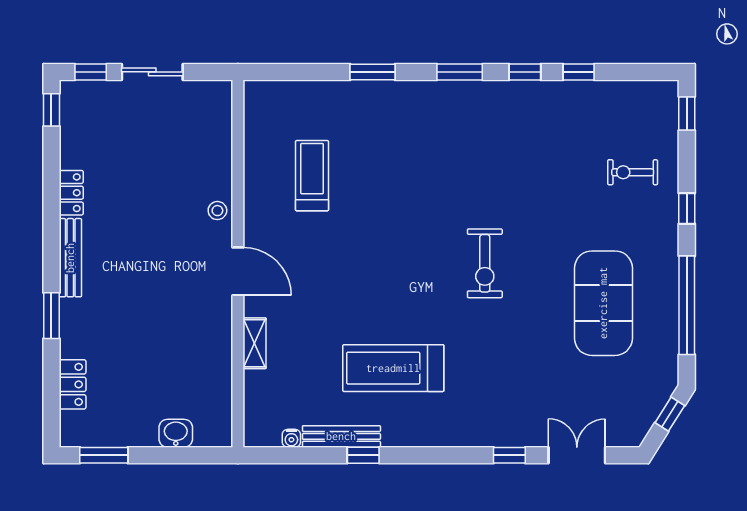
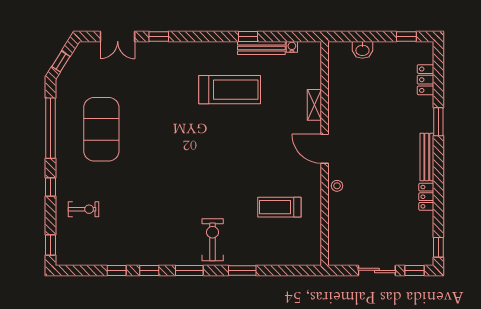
treadmill: (312, 176) -> (279, 207), turned 90
exercise bike: (485, 263) -> (213, 240), moved
window: (104, 455) -> (406, 36), width x0.67

